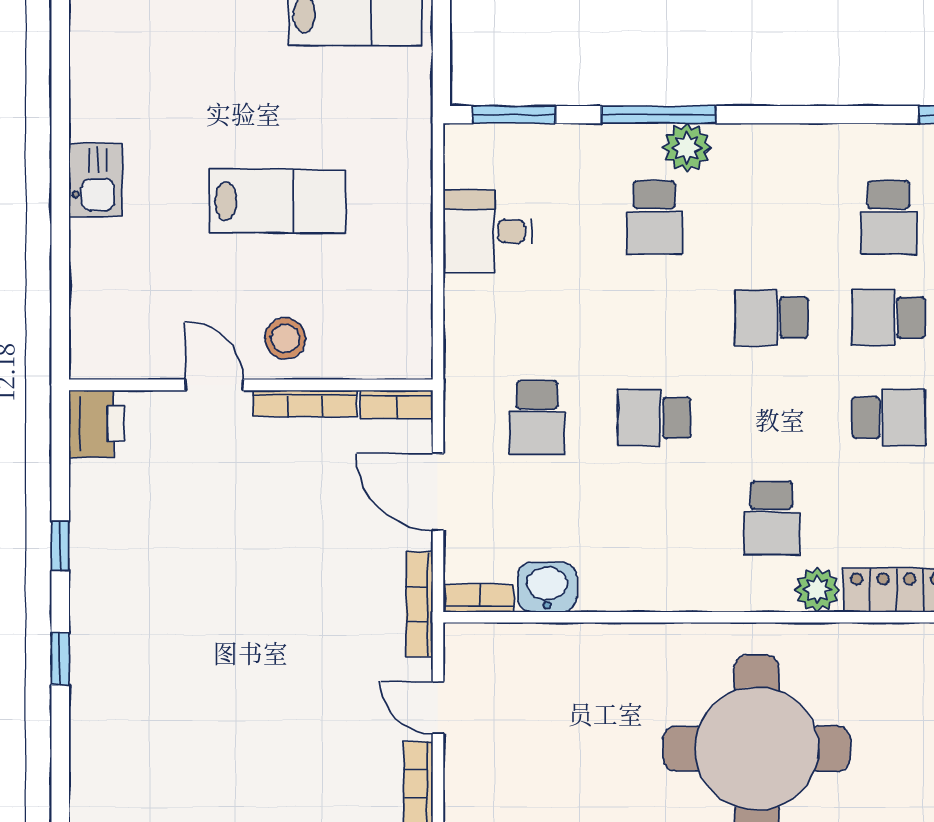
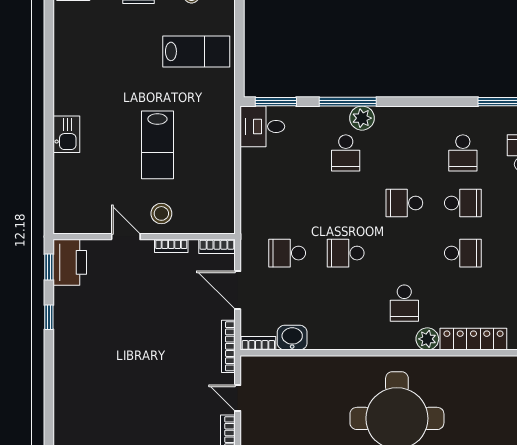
lab bench: (277, 201) -> (157, 145), turned 90
desk: (487, 231) -> (262, 126), moved
school desk: (889, 318) -> (463, 203), turned 180
bookcase: (305, 403) -> (171, 246), width x0.64
school desk: (537, 418) -> (287, 253), turned 90
printer: (97, 424) -> (70, 262), width x1.37, depth x1.19
window: (60, 659) -> (49, 267), moved

